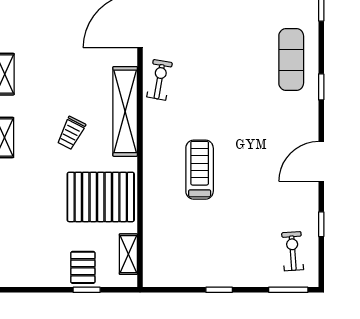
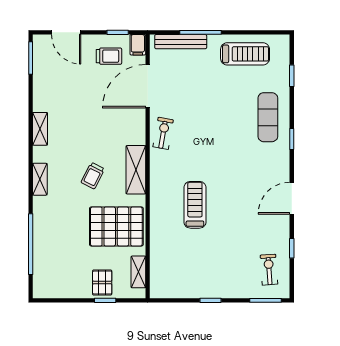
shelving: (125, 111) -> (136, 170), width x0.68

